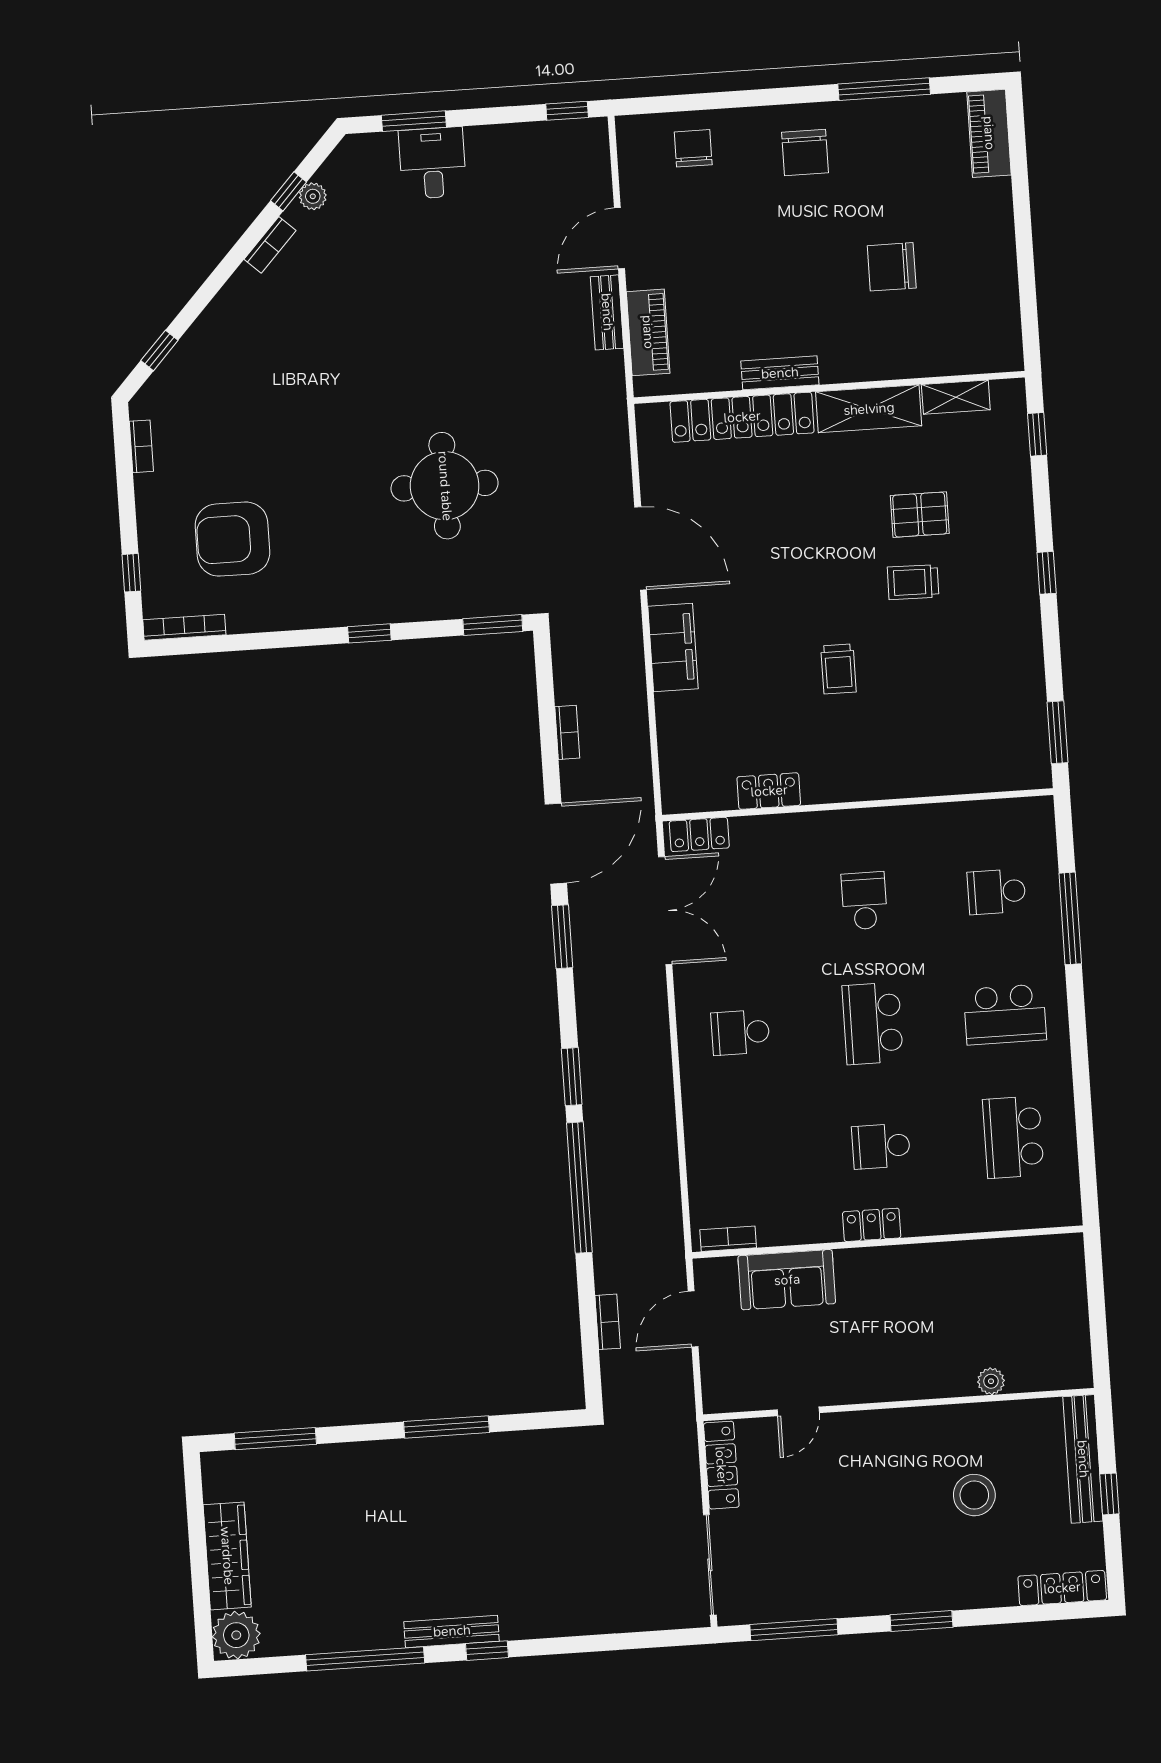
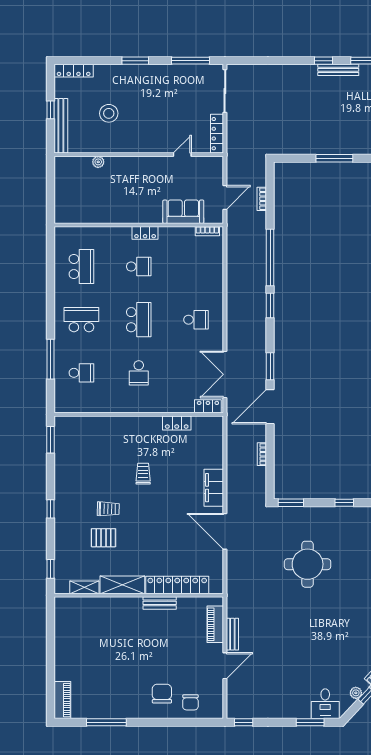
chair: (805, 153) -> (162, 694), moved
desk: (433, 163) -> (325, 704), moved
chair: (892, 267) -> (108, 645), removed

